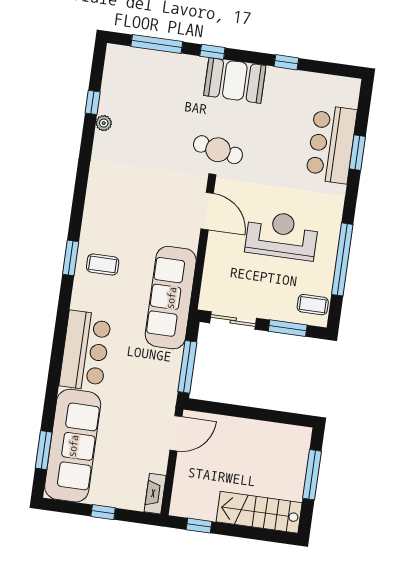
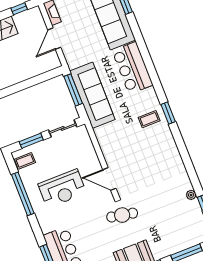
sofa: (171, 298) -> (92, 95), moved
door: (176, 433) -> (54, 39), moved

